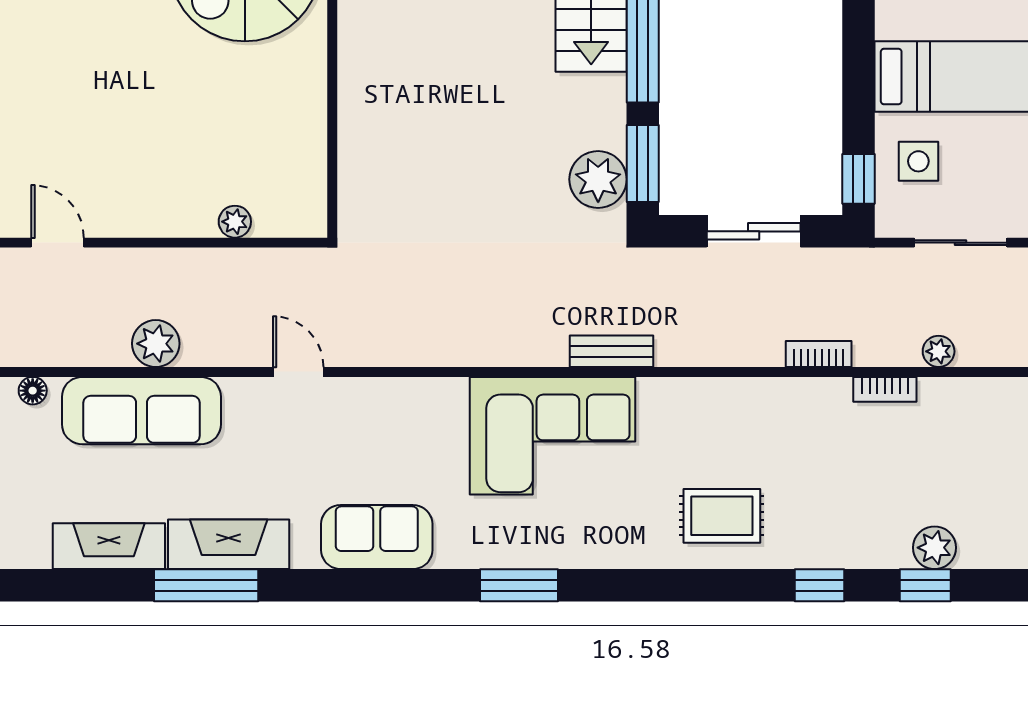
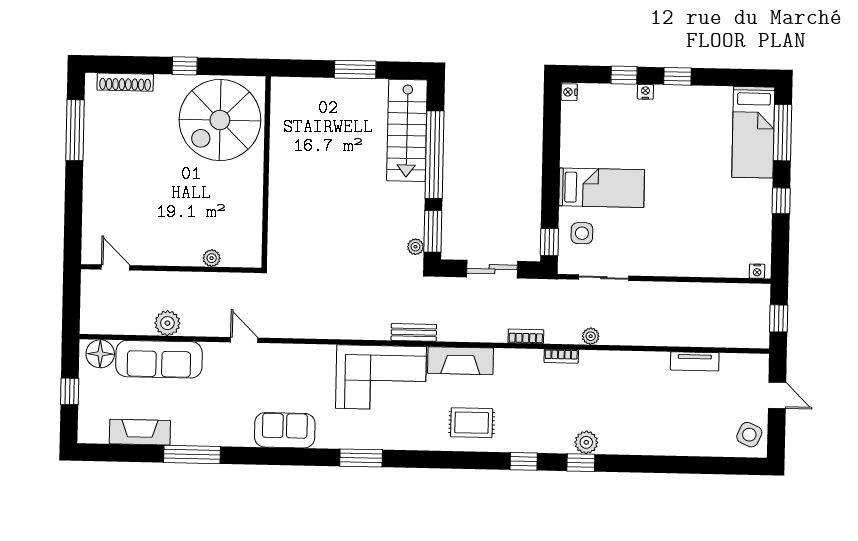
plant: (598, 179) -> (416, 247), width x0.53, depth x0.53
floor lamp: (33, 391) -> (100, 354), width x1.89, depth x1.89
fireplace: (229, 544) -> (460, 361), moved, turned 180

